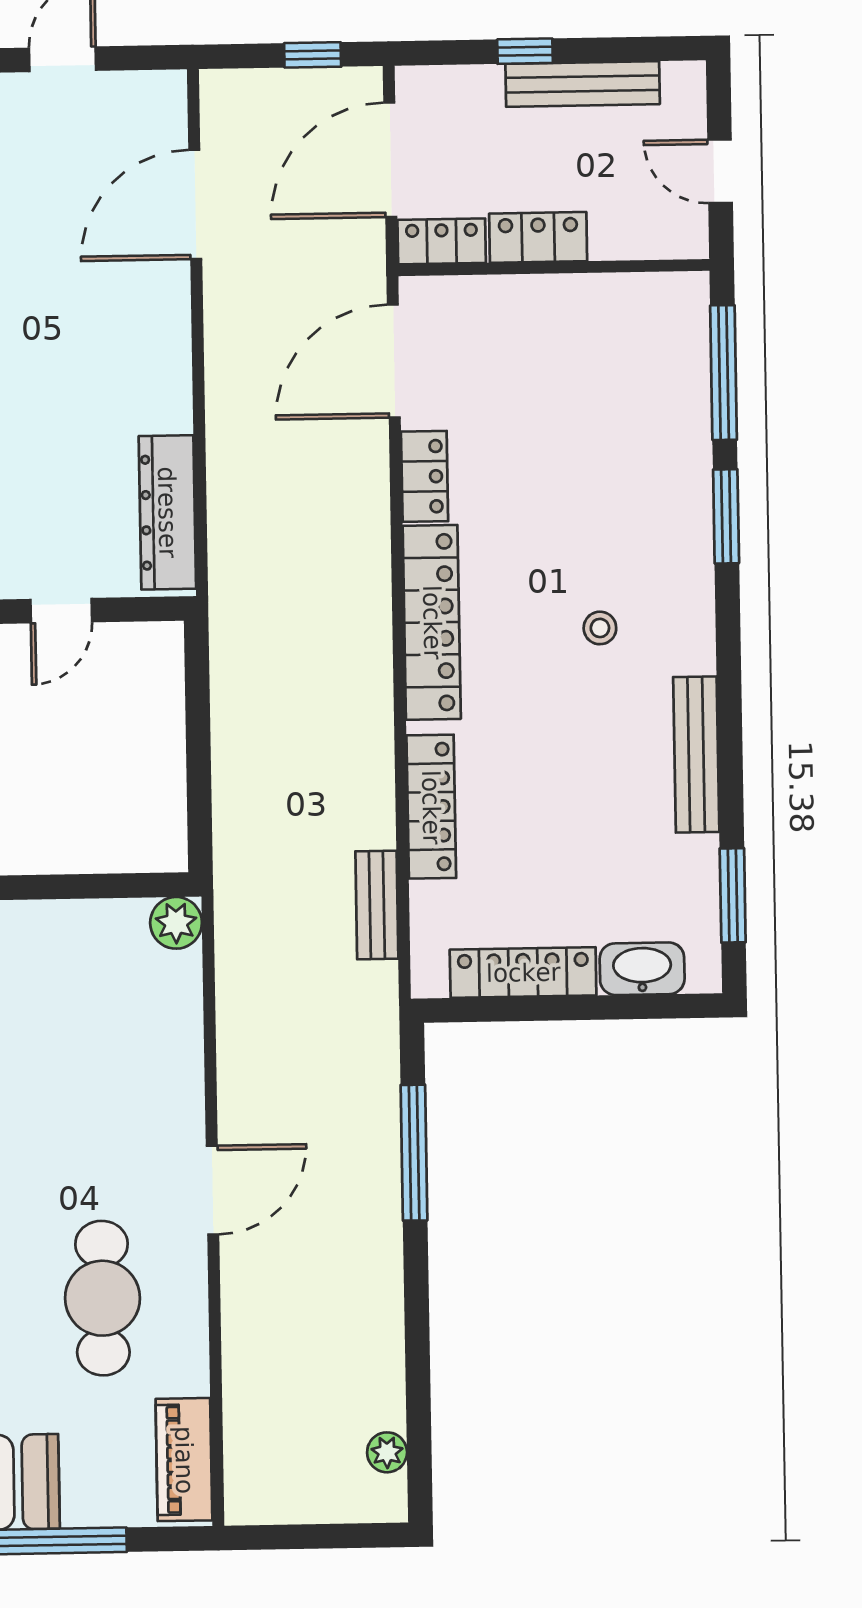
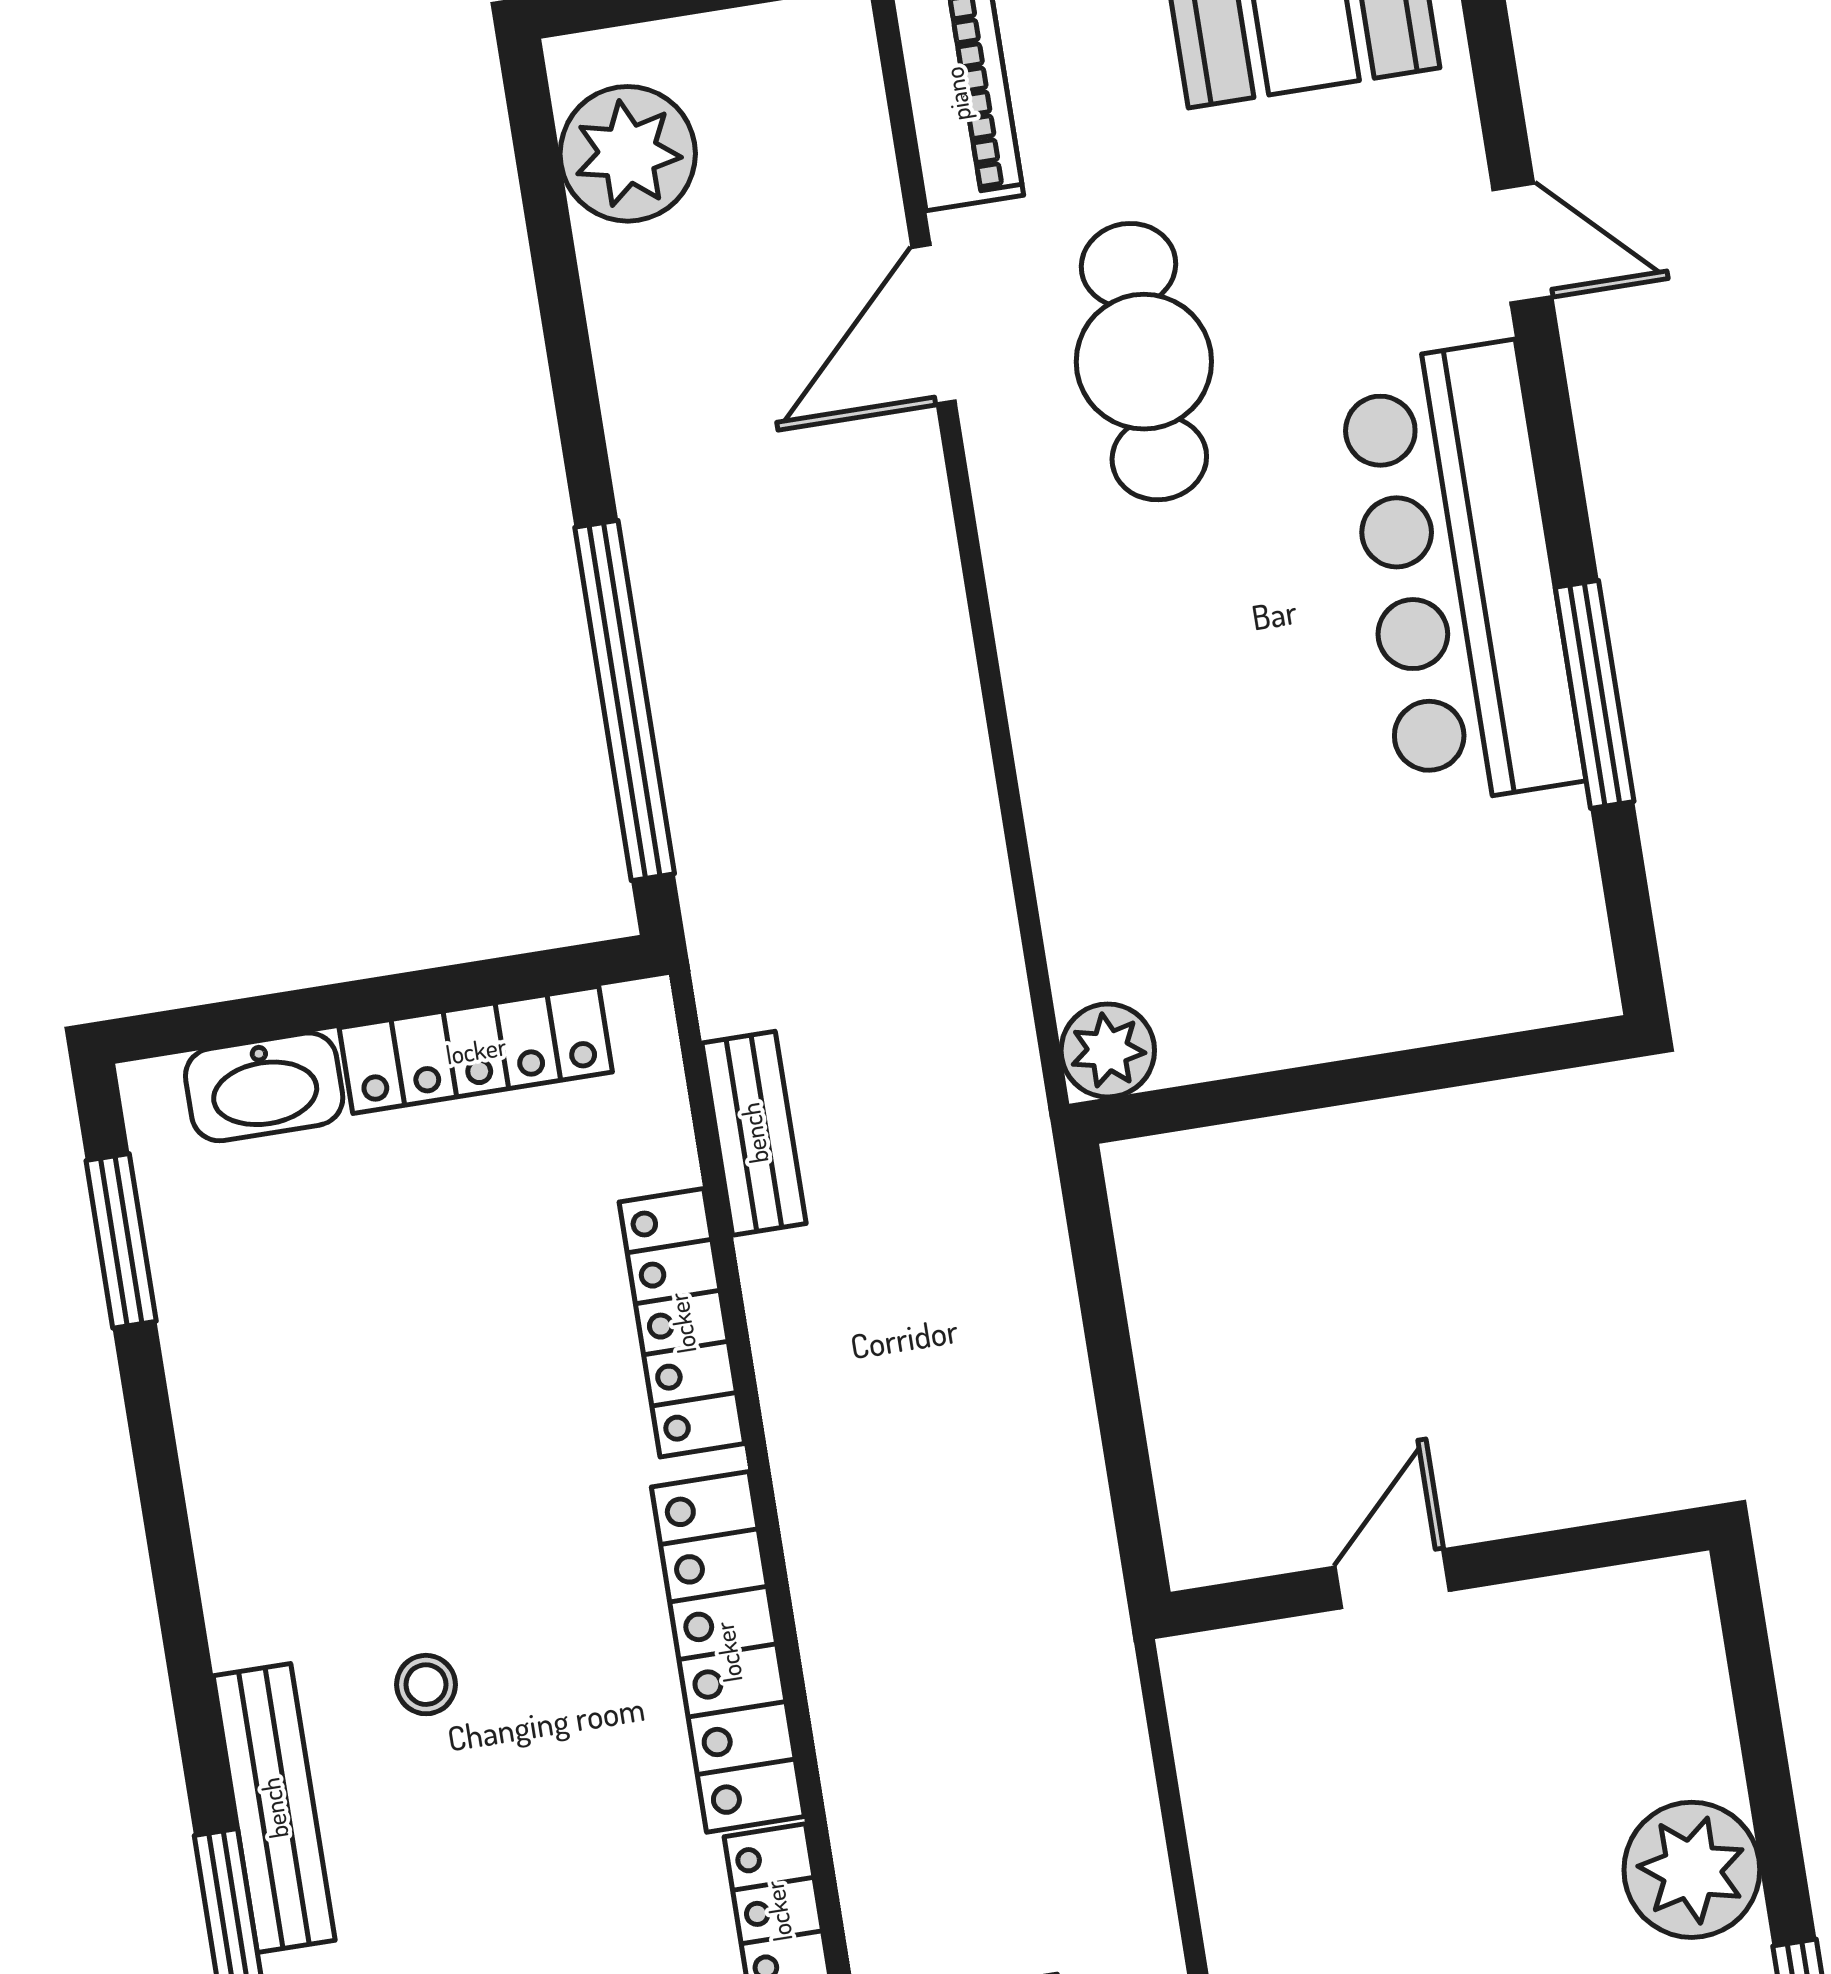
dresser: (167, 512) -> (1228, 1781), removed
bench: (696, 754) -> (274, 1808), moved
window: (414, 1153) -> (625, 701), width x1.46
door: (212, 1190) -> (934, 324), moved
plant: (387, 1452) -> (628, 154), width x1.87, depth x1.87

